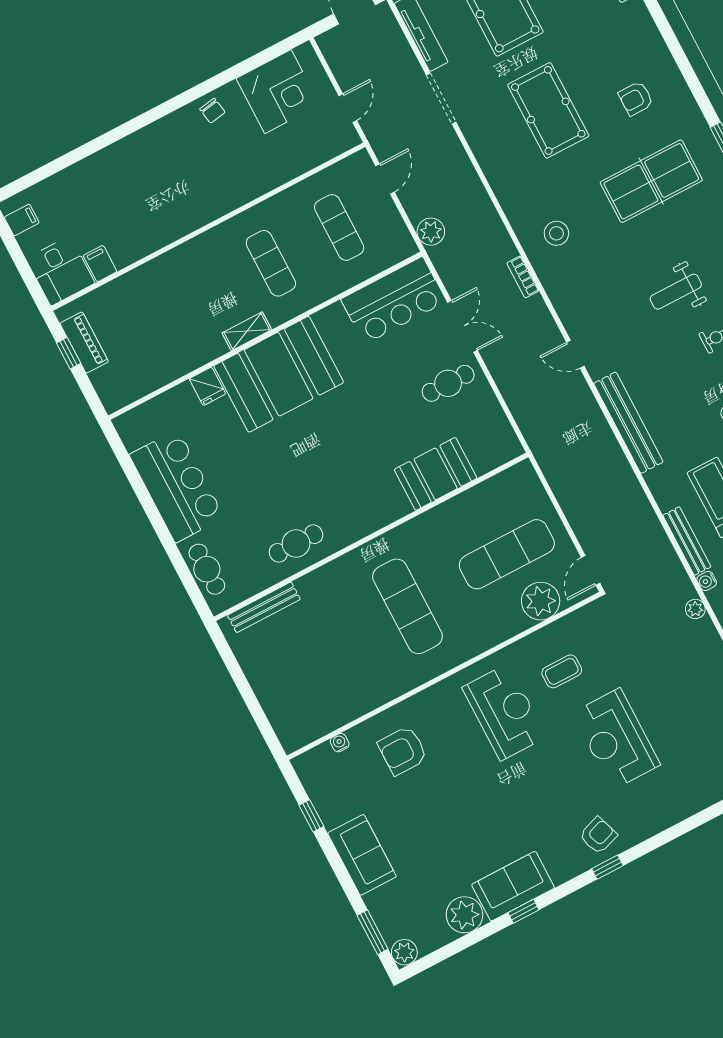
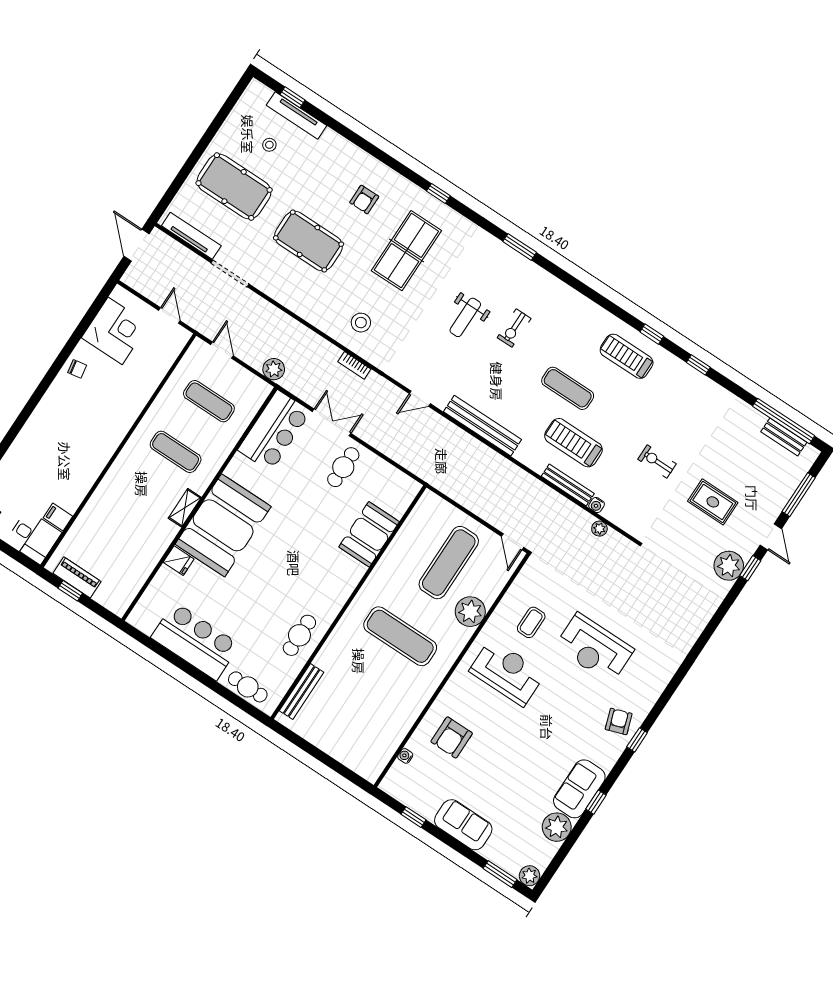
plant: (541, 601) -> (470, 612), moved

